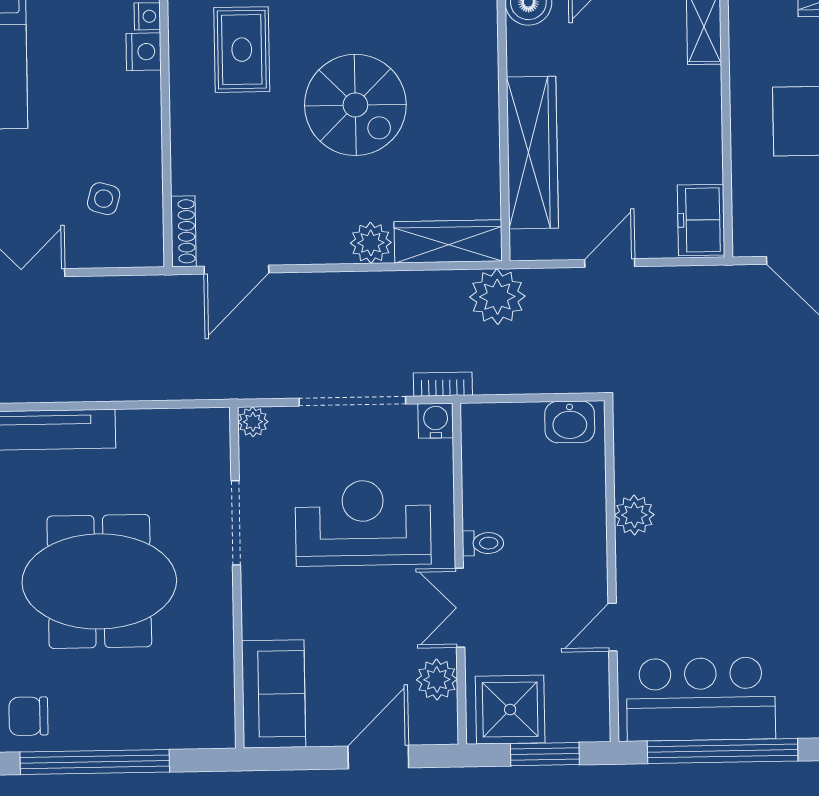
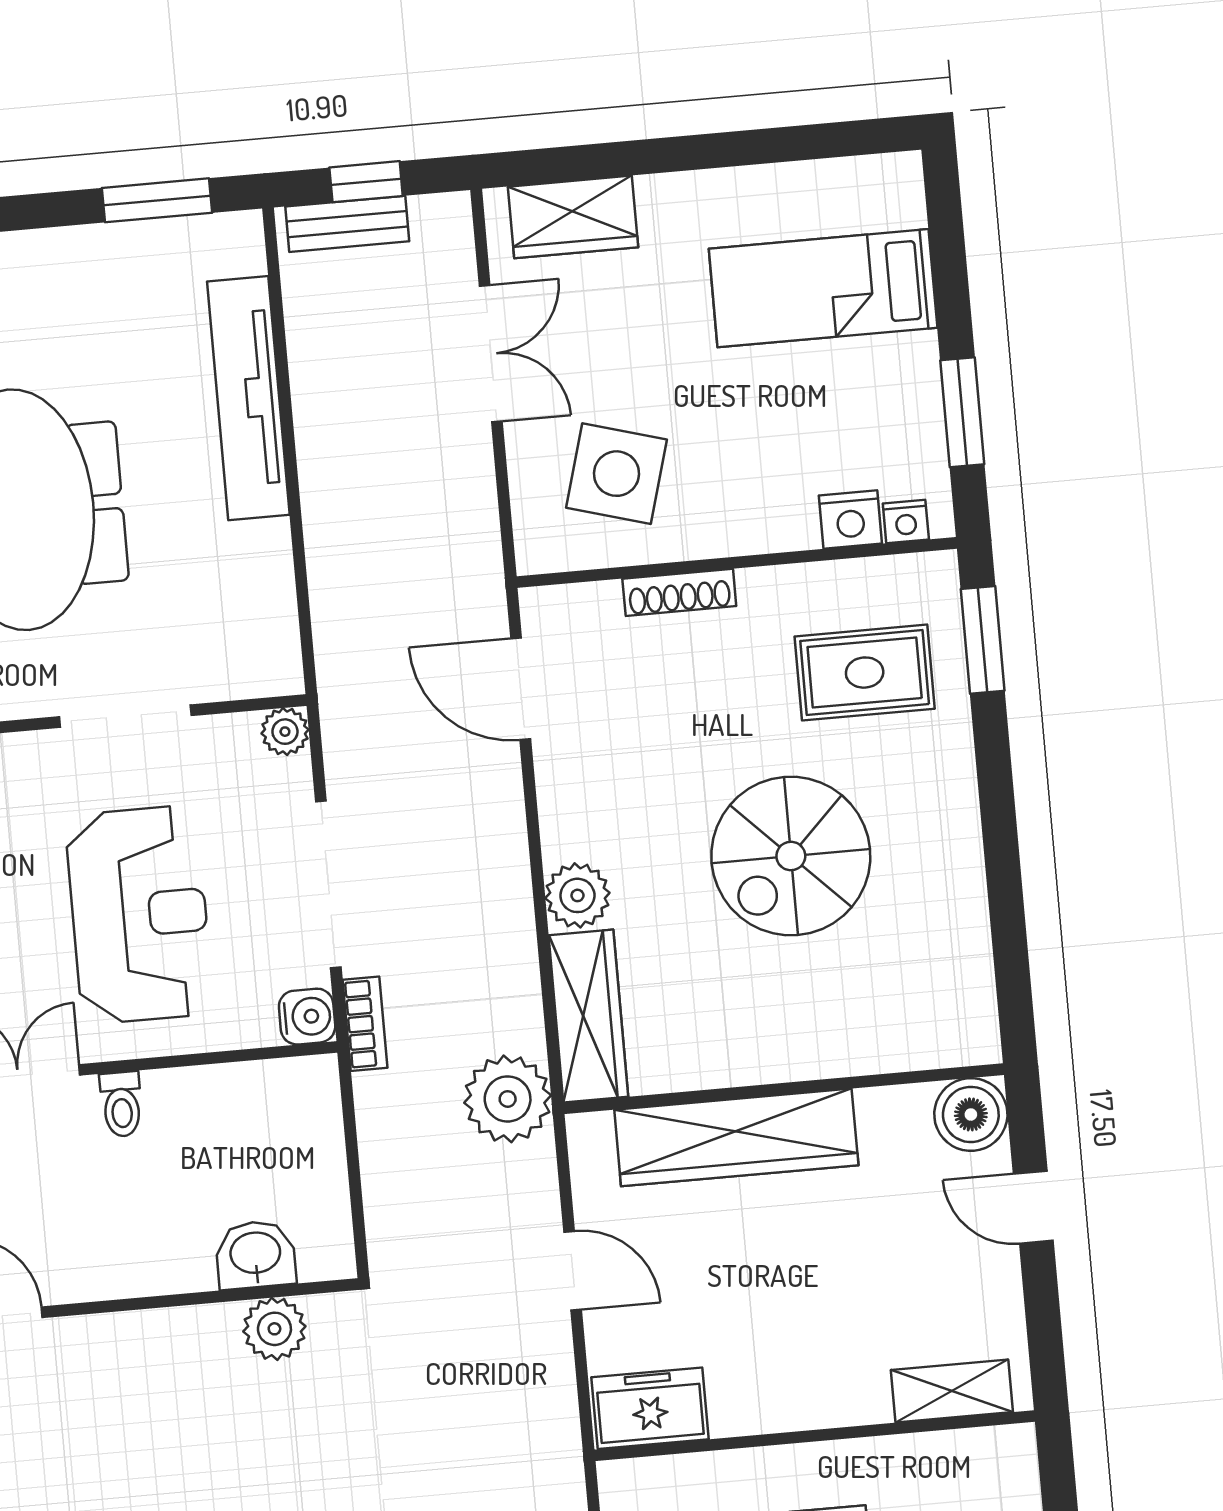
side table: (104, 199) -> (617, 474), width x1.87, depth x1.87
shoe rack: (183, 231) -> (679, 592), moved
washbasin: (570, 422) -> (255, 1255), moved, turned 90
plant: (634, 515) -> (274, 1329), moved

